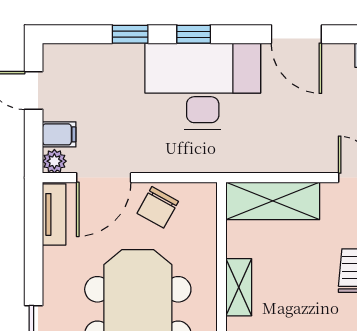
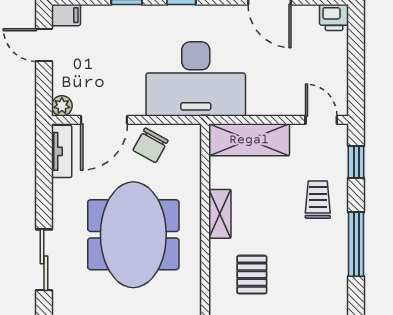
desk: (203, 86) -> (196, 79), moved, turned 180
filing cabinet: (59, 134) -> (66, 15), moved

